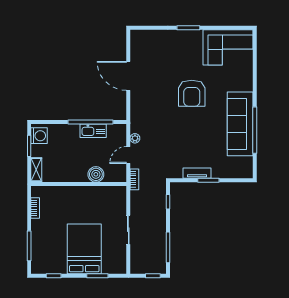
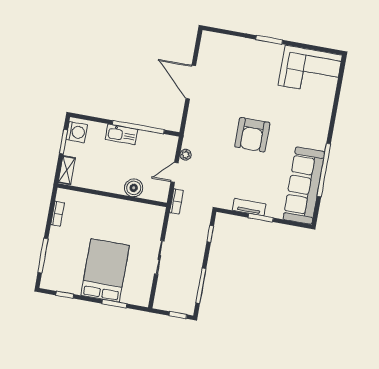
armchair: (192, 93) -> (252, 135), moved
sofa: (240, 124) -> (304, 186), moved
kitchen sink: (93, 131) -> (121, 134), moved

